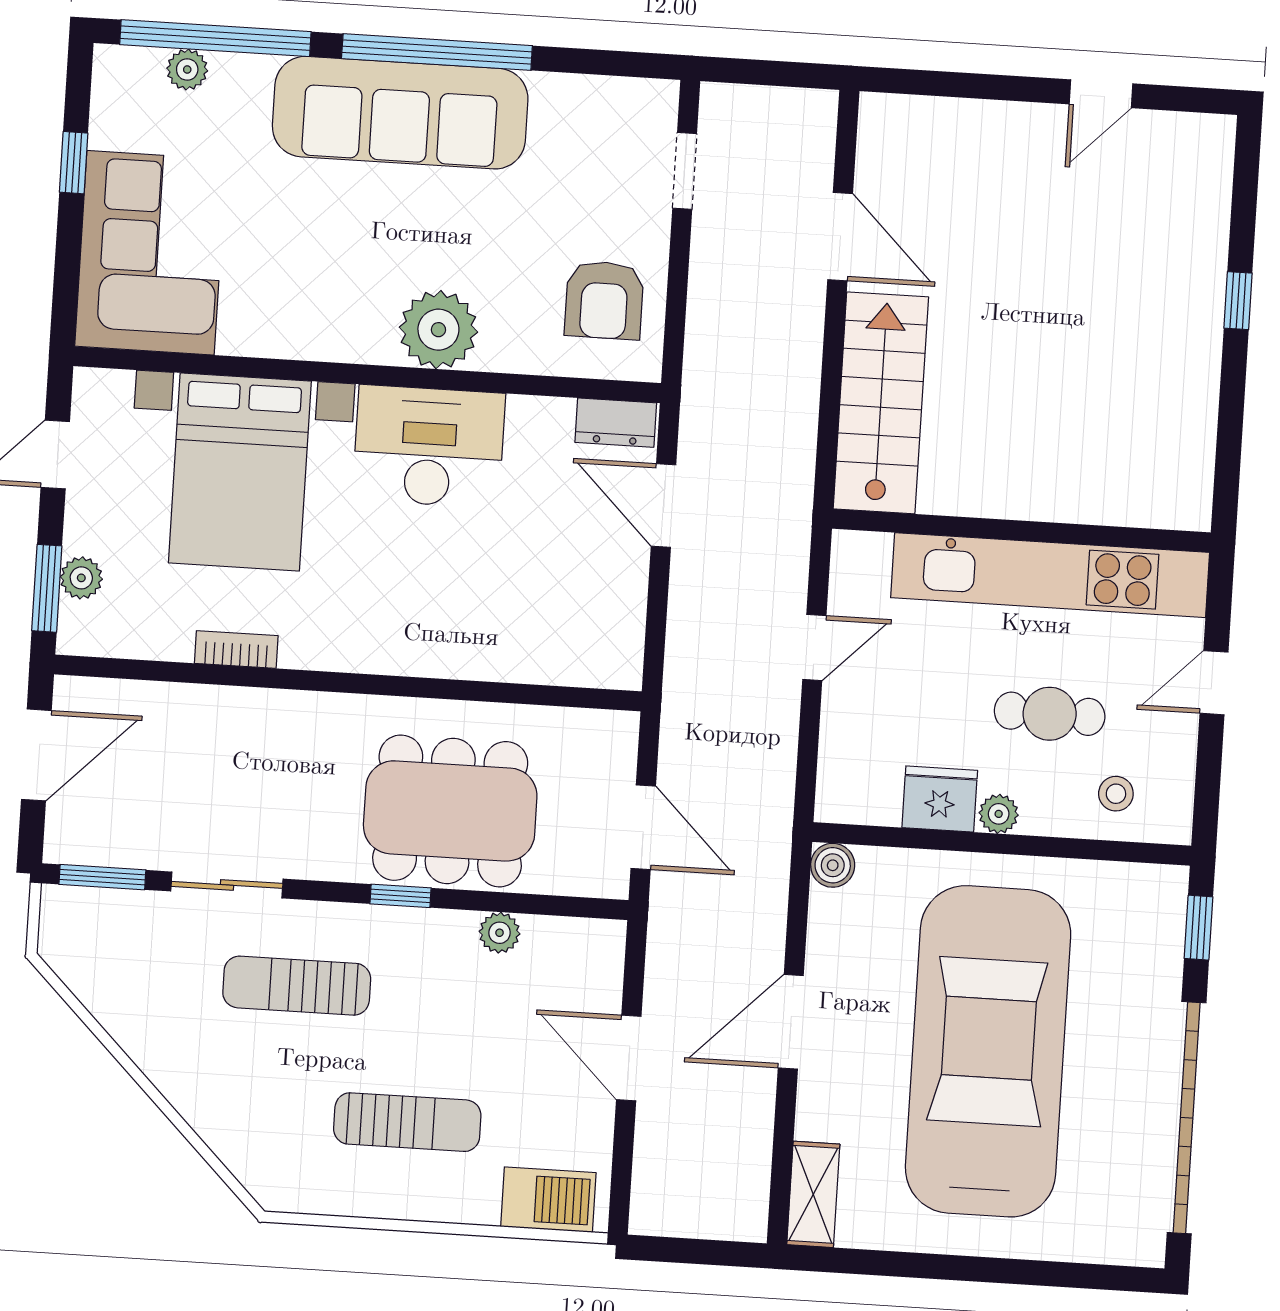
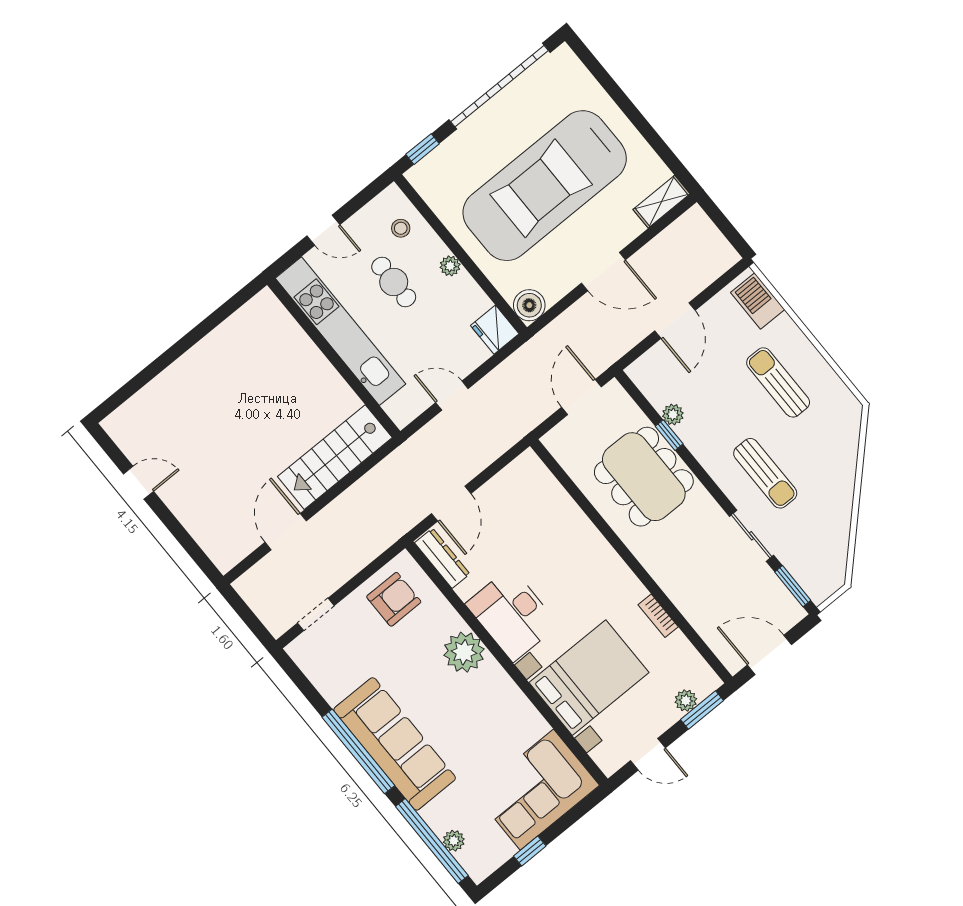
window: (1238, 301) -> (169, 357), removed
dresser: (616, 423) -> (442, 558), width x1.44
fridge: (940, 799) -> (495, 330), moved
boiler: (833, 865) -> (529, 305), width x1.36, depth x1.36
window: (400, 896) -> (669, 435), moved

